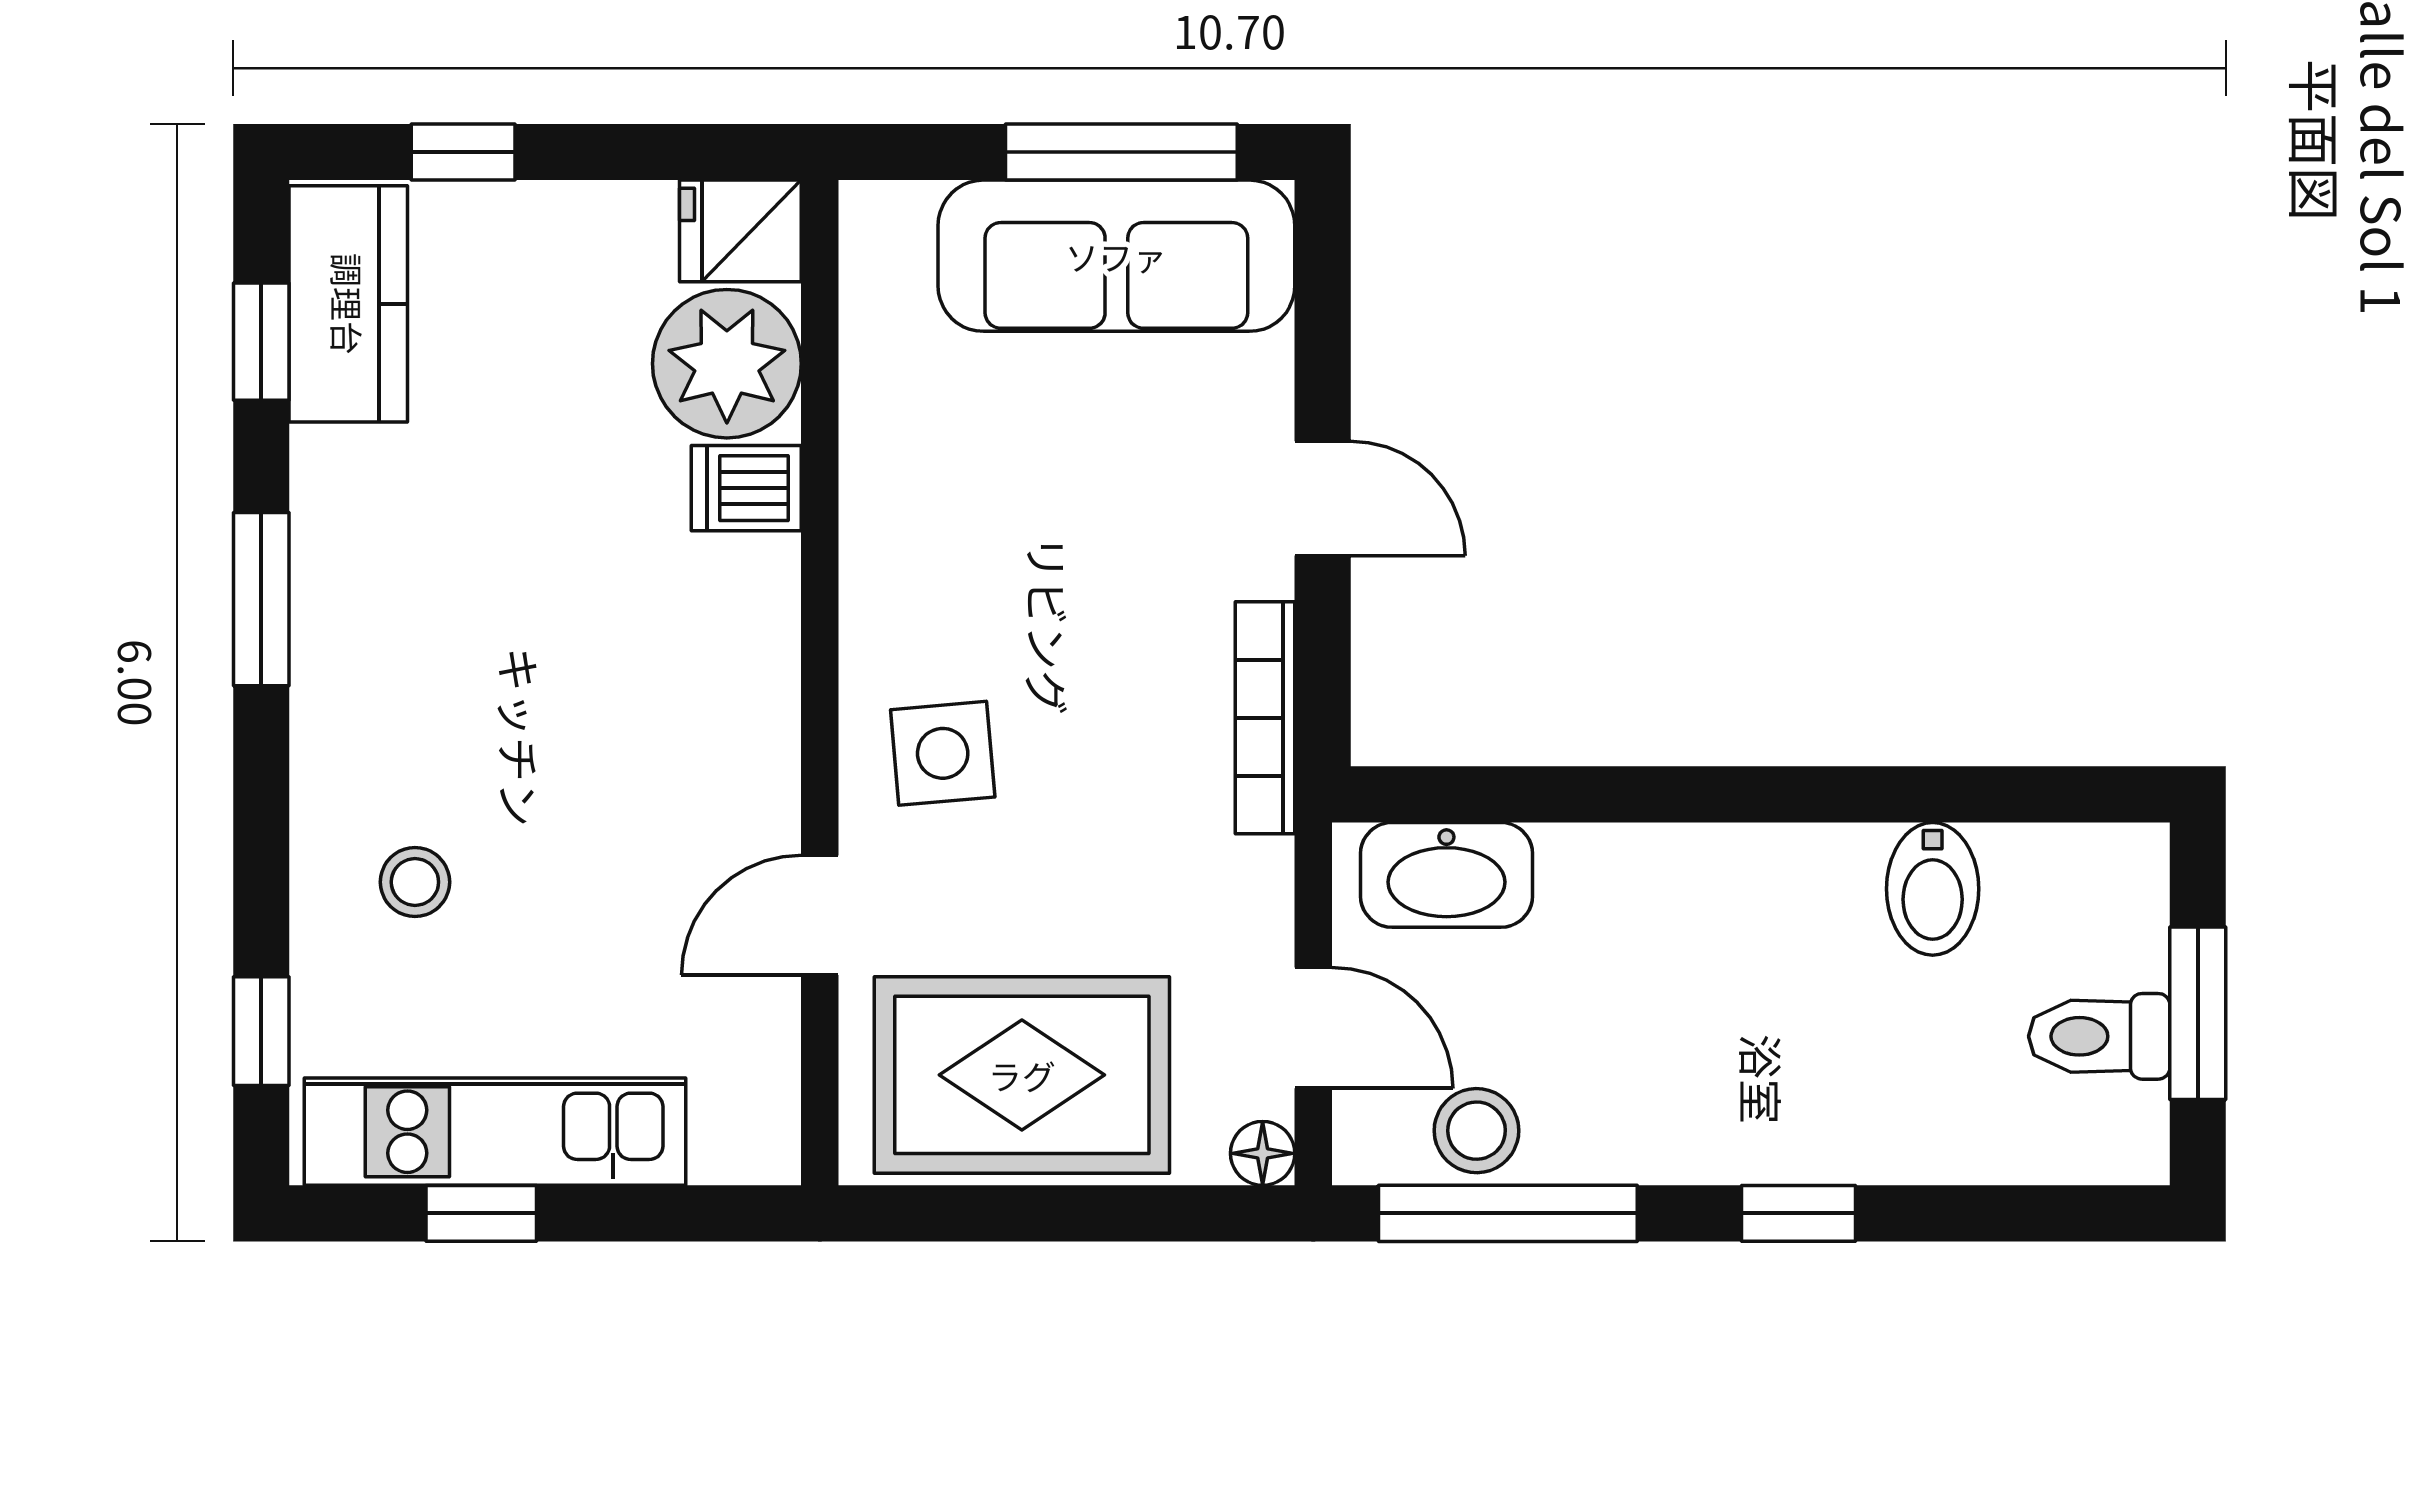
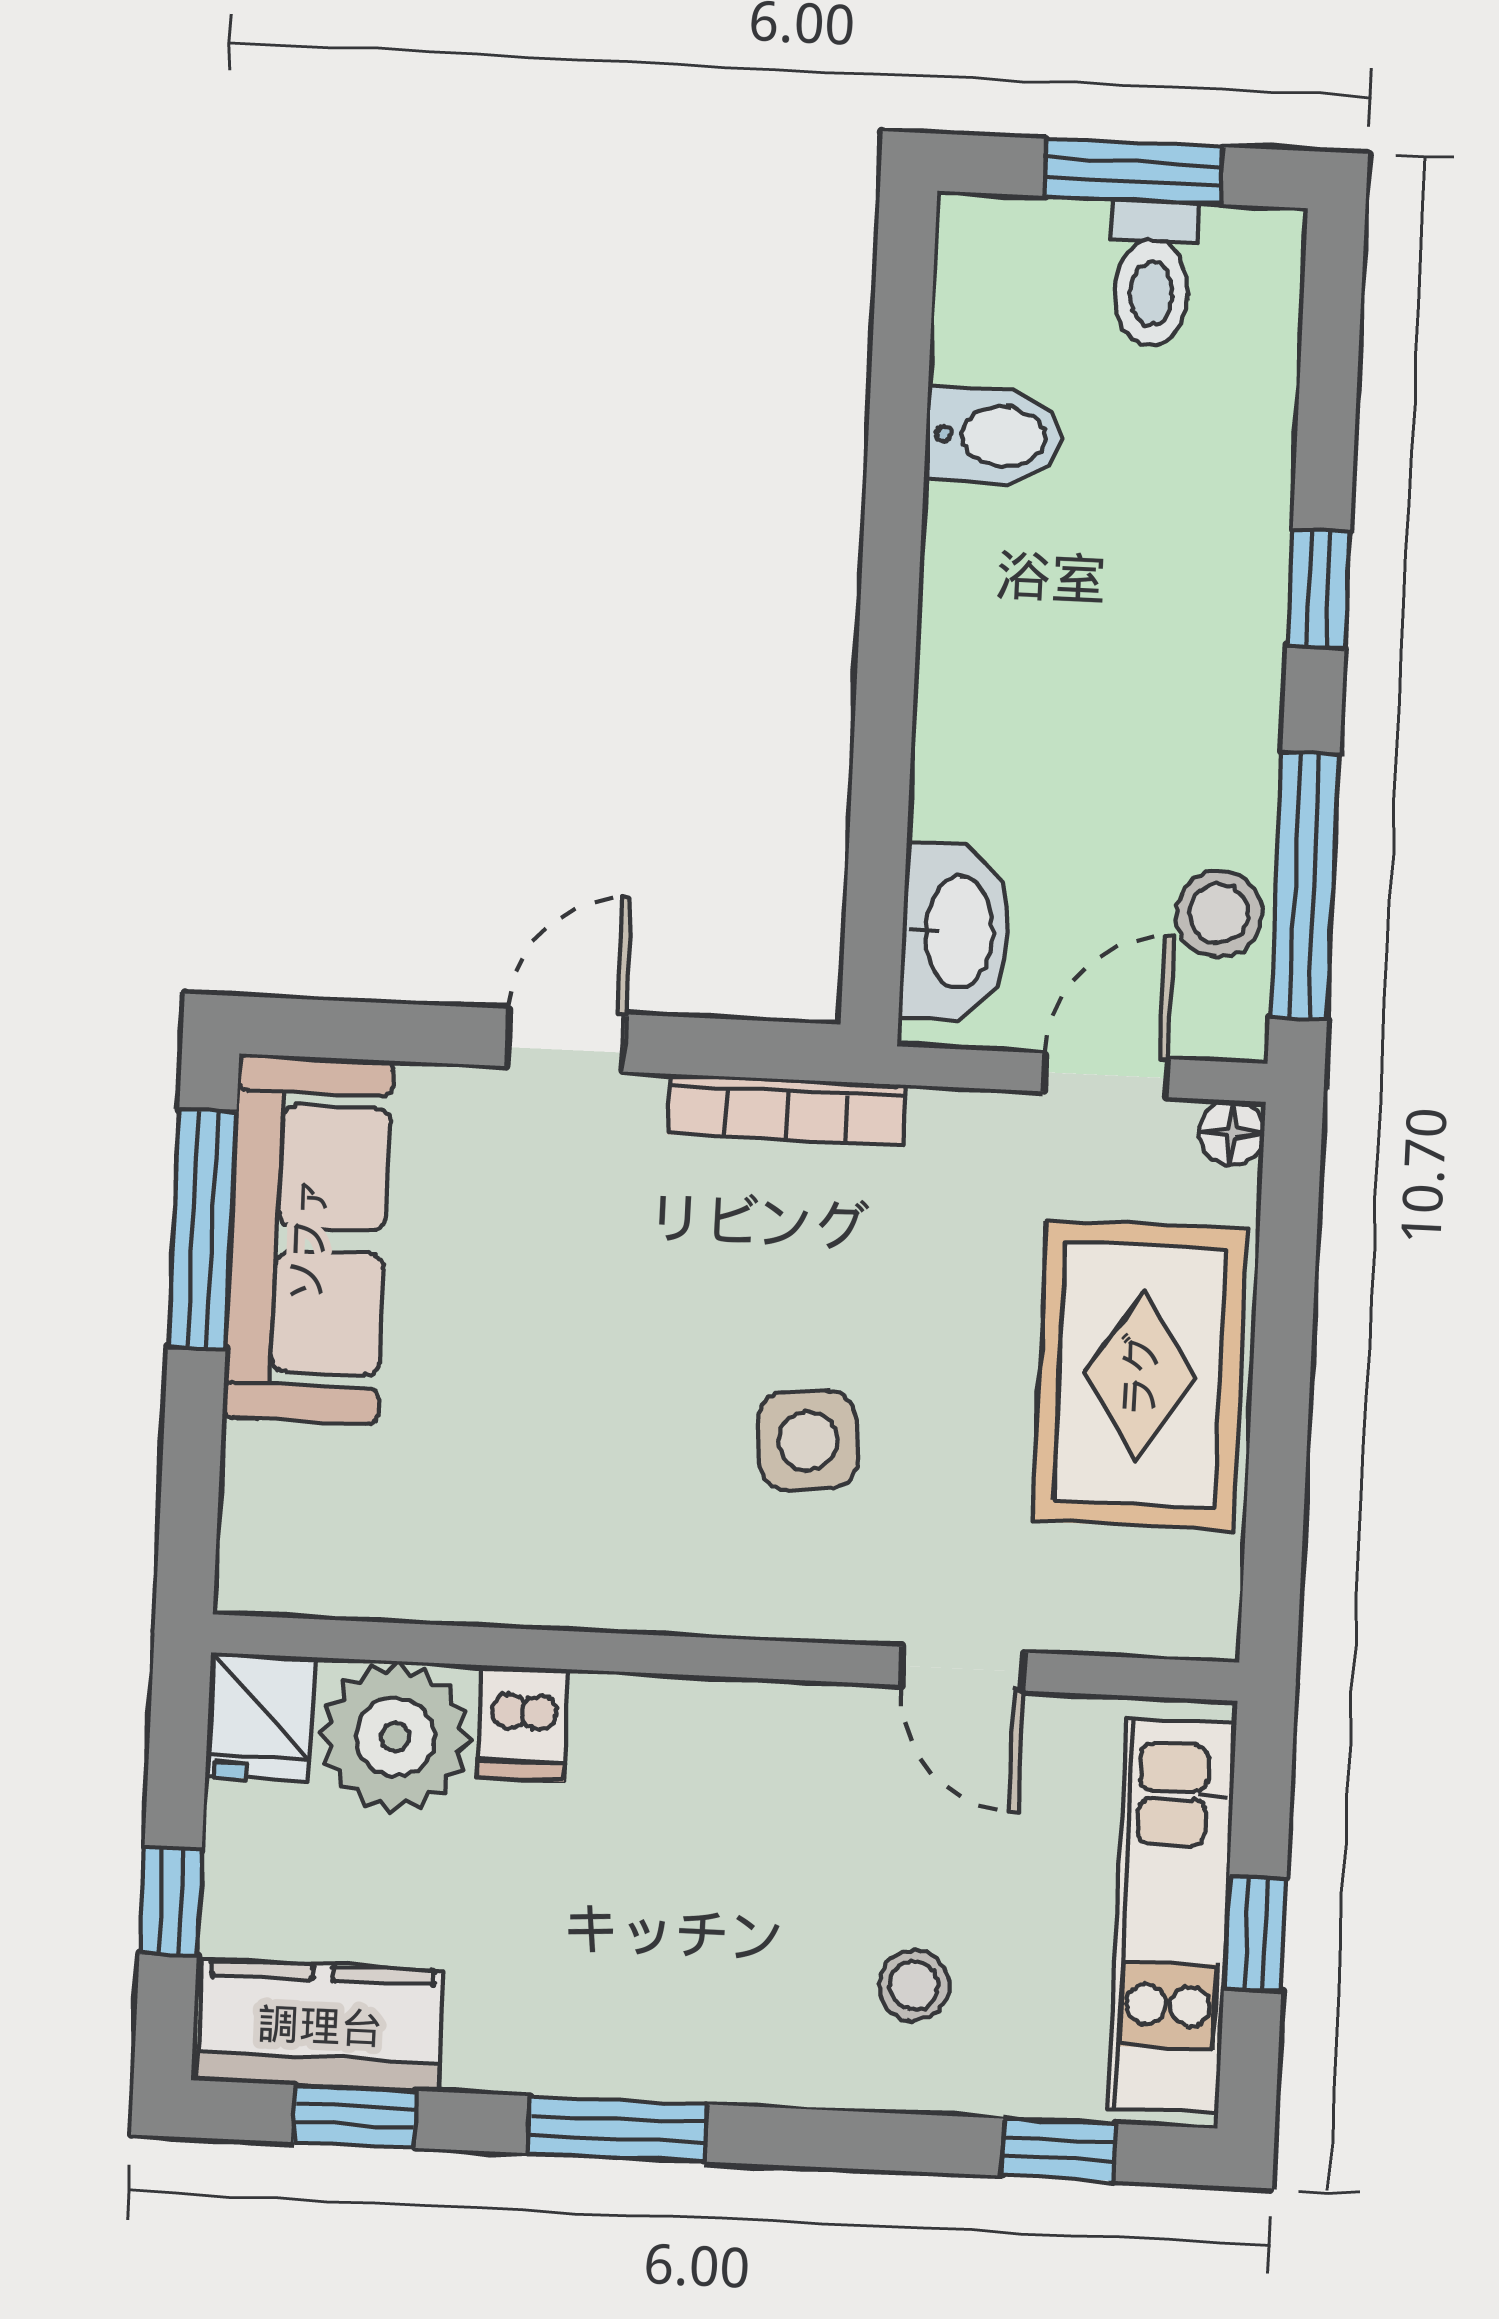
fridge: (740, 231) -> (260, 1717), moved
plant: (727, 364) -> (395, 1737), moved
dishwasher: (746, 488) -> (523, 1723), moved
wall: (820, 683) -> (725, 1658), moved
door: (820, 915) -> (963, 1669), moved

